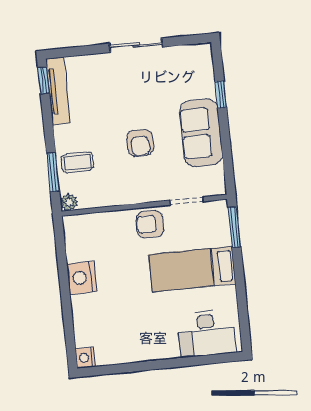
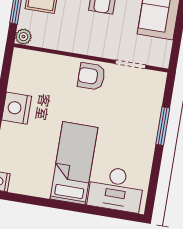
window: (234, 227) -> (163, 126), moved
bed: (192, 269) -> (74, 163), moved, turned 90

